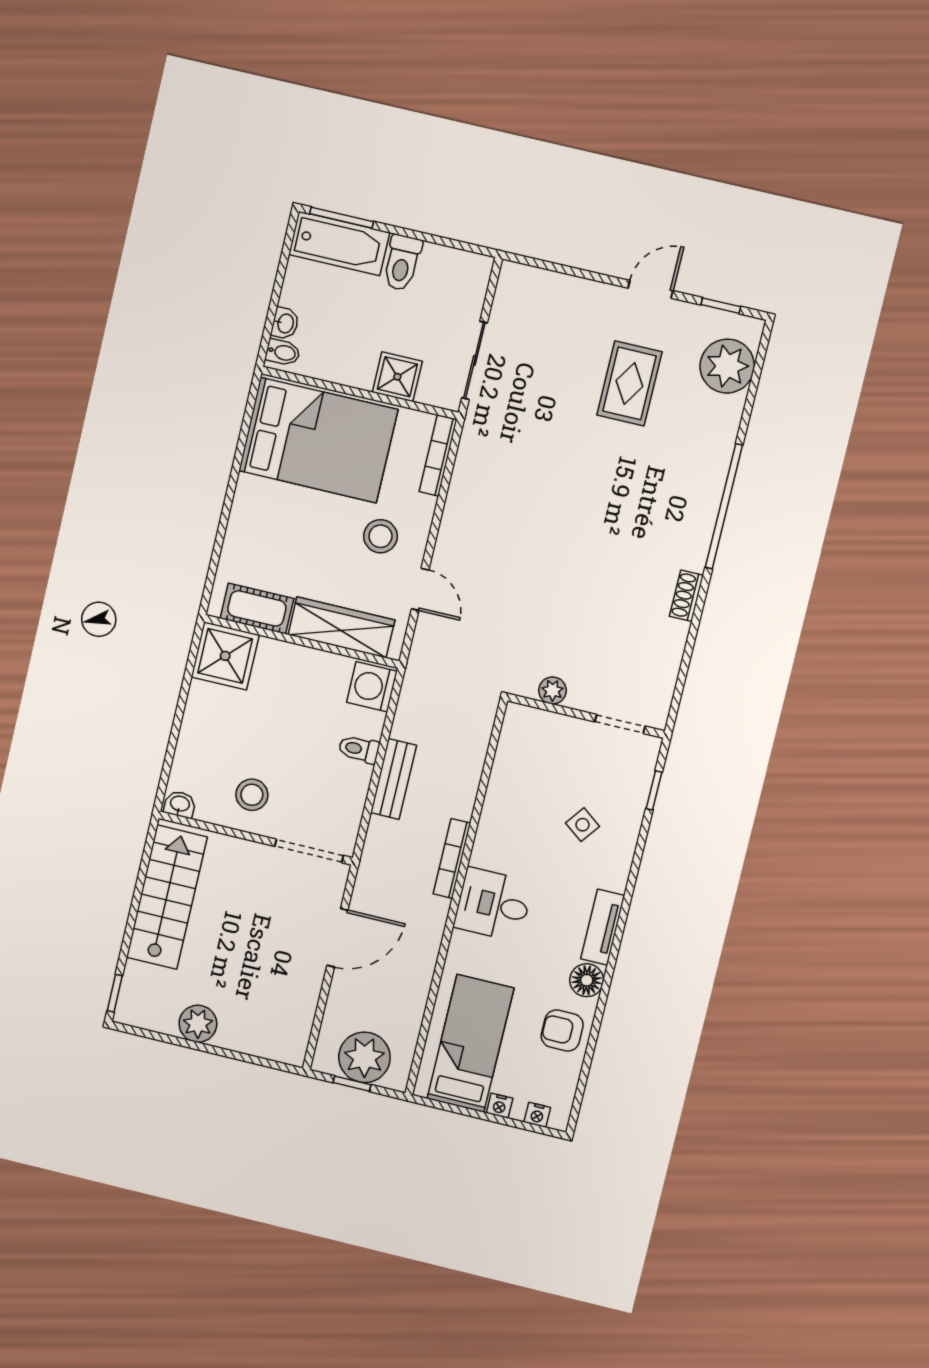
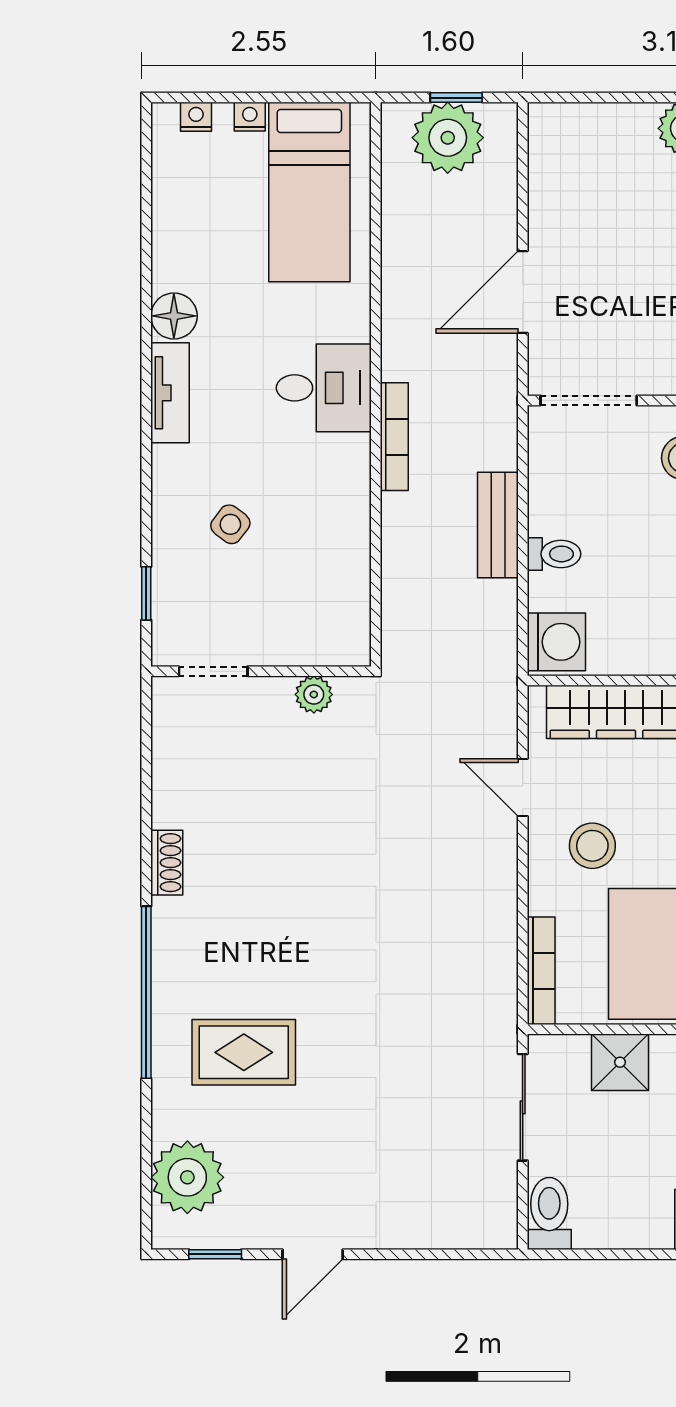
toilet: (402, 263) -> (549, 1213), moved
rug: (629, 383) -> (244, 1052), moved, turned 90
armchair: (562, 1031) -> (190, 240), removed

